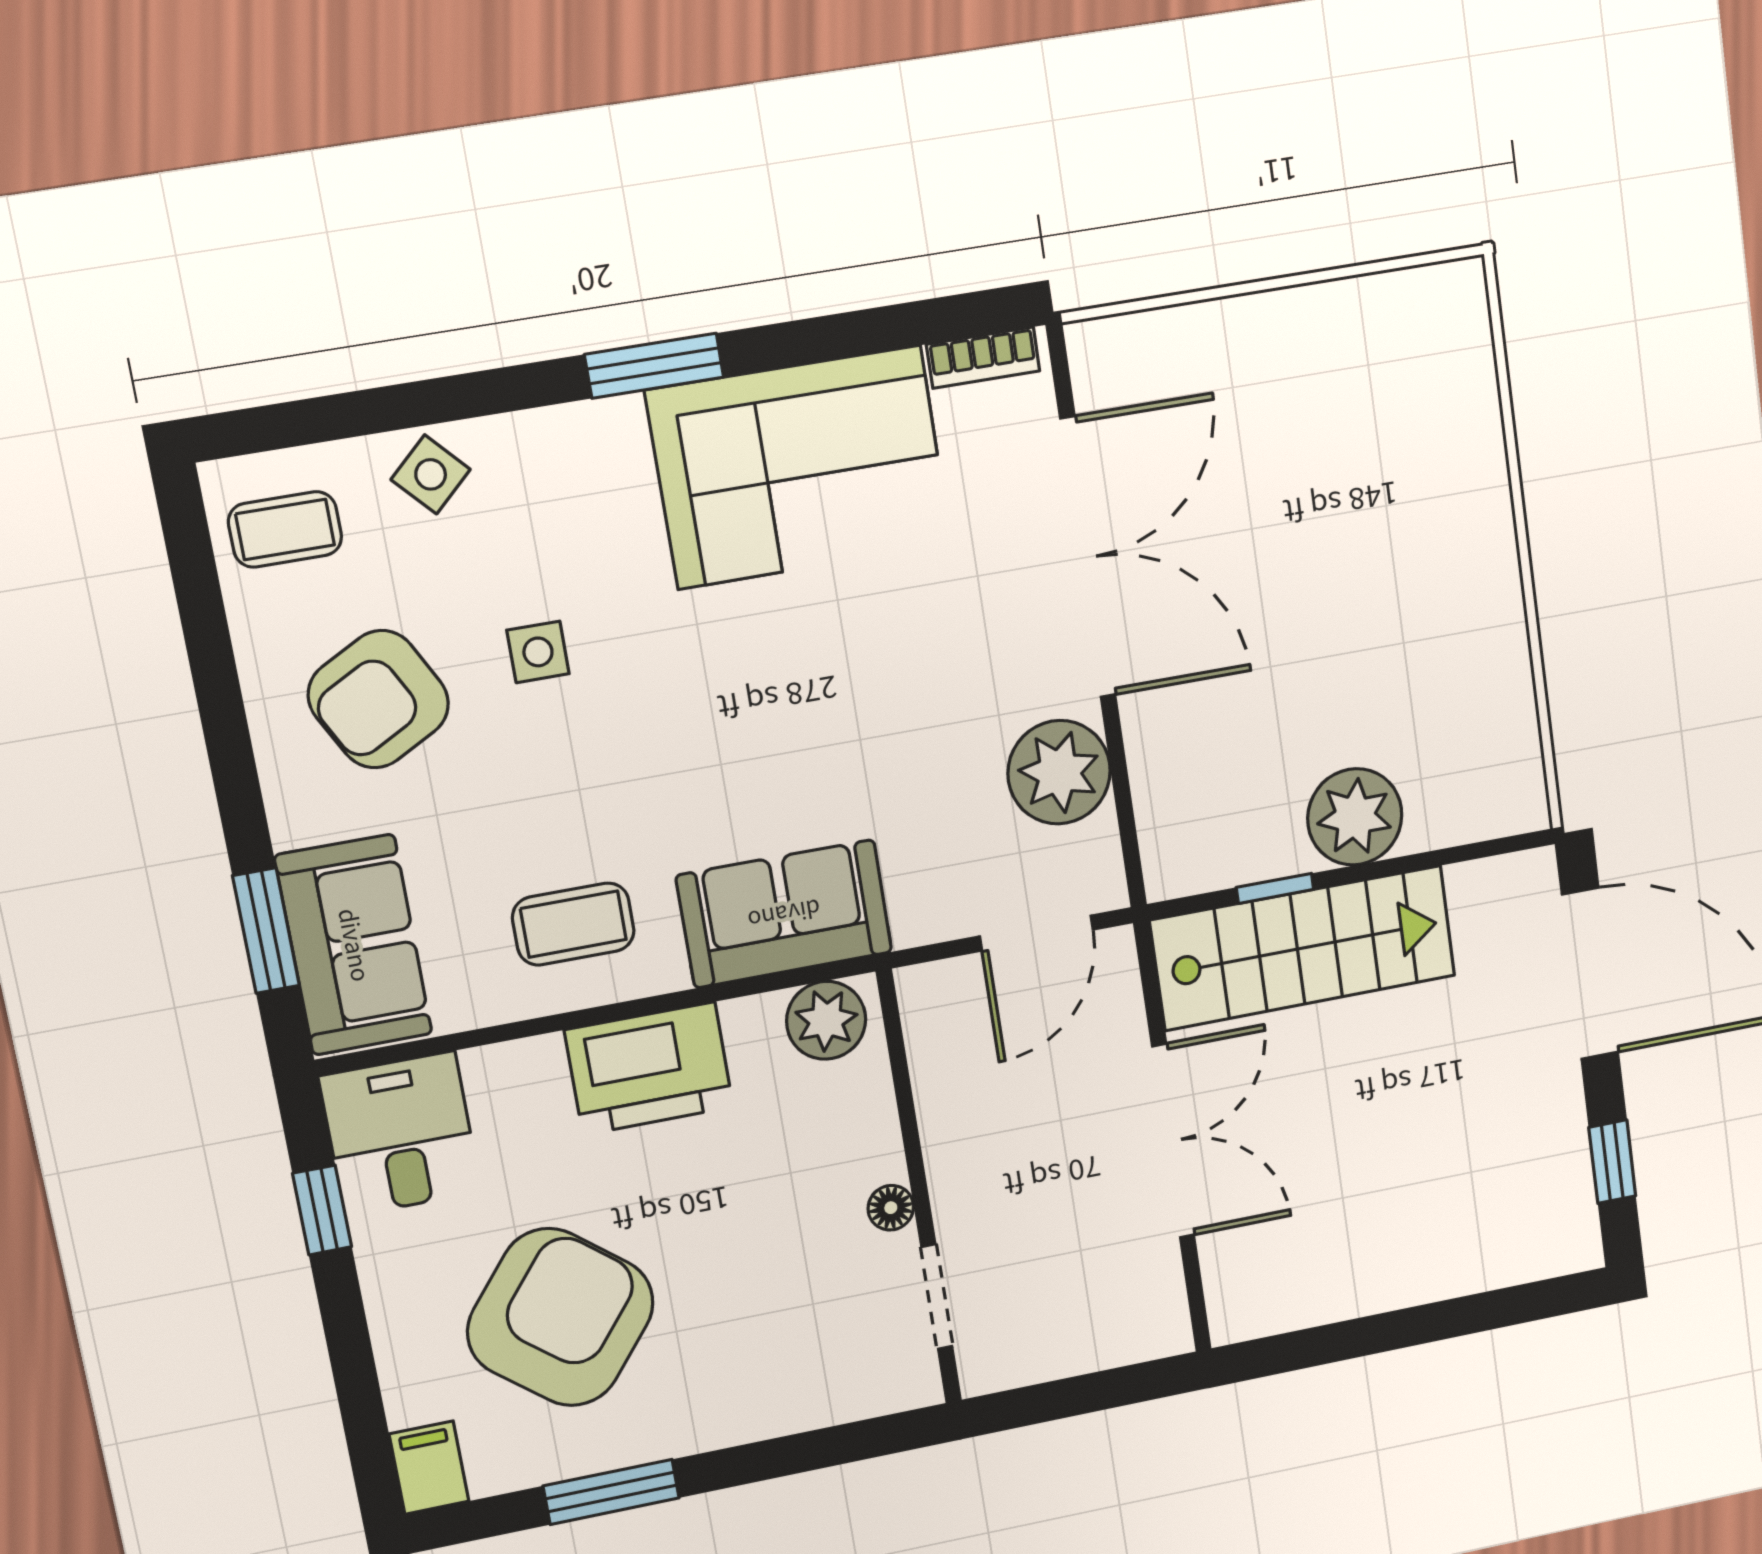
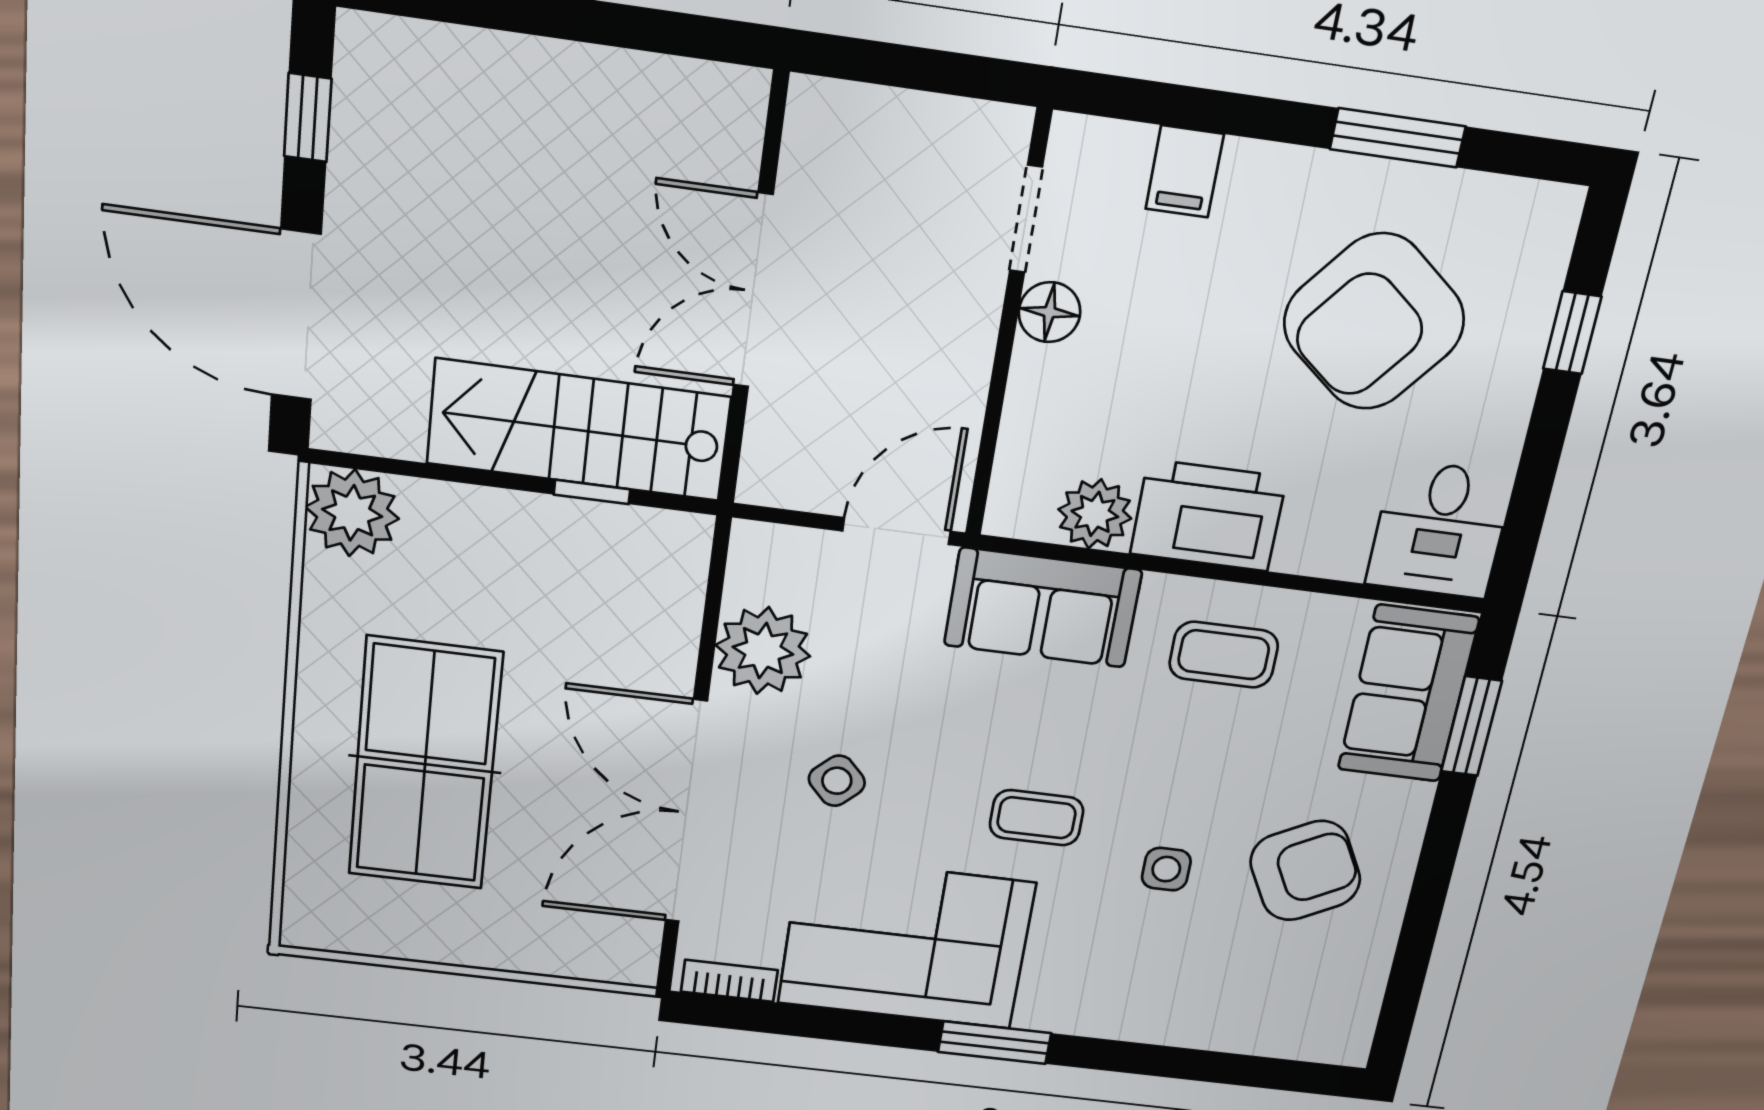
side table: (431, 474) -> (837, 781), moved
coffee table: (285, 529) -> (1036, 818), moved
table tennis table: (1374, 530) -> (425, 764), added
plant: (1355, 817) -> (352, 513), moved
door: (1036, 933) -> (897, 531), moved
plant: (826, 1020) -> (1095, 514), moved
floor lamp: (891, 1208) -> (1049, 312), width x1.37, depth x1.37
window: (322, 1210) -> (1572, 333), moved
filing cabinet: (429, 1468) -> (1185, 171), moved

